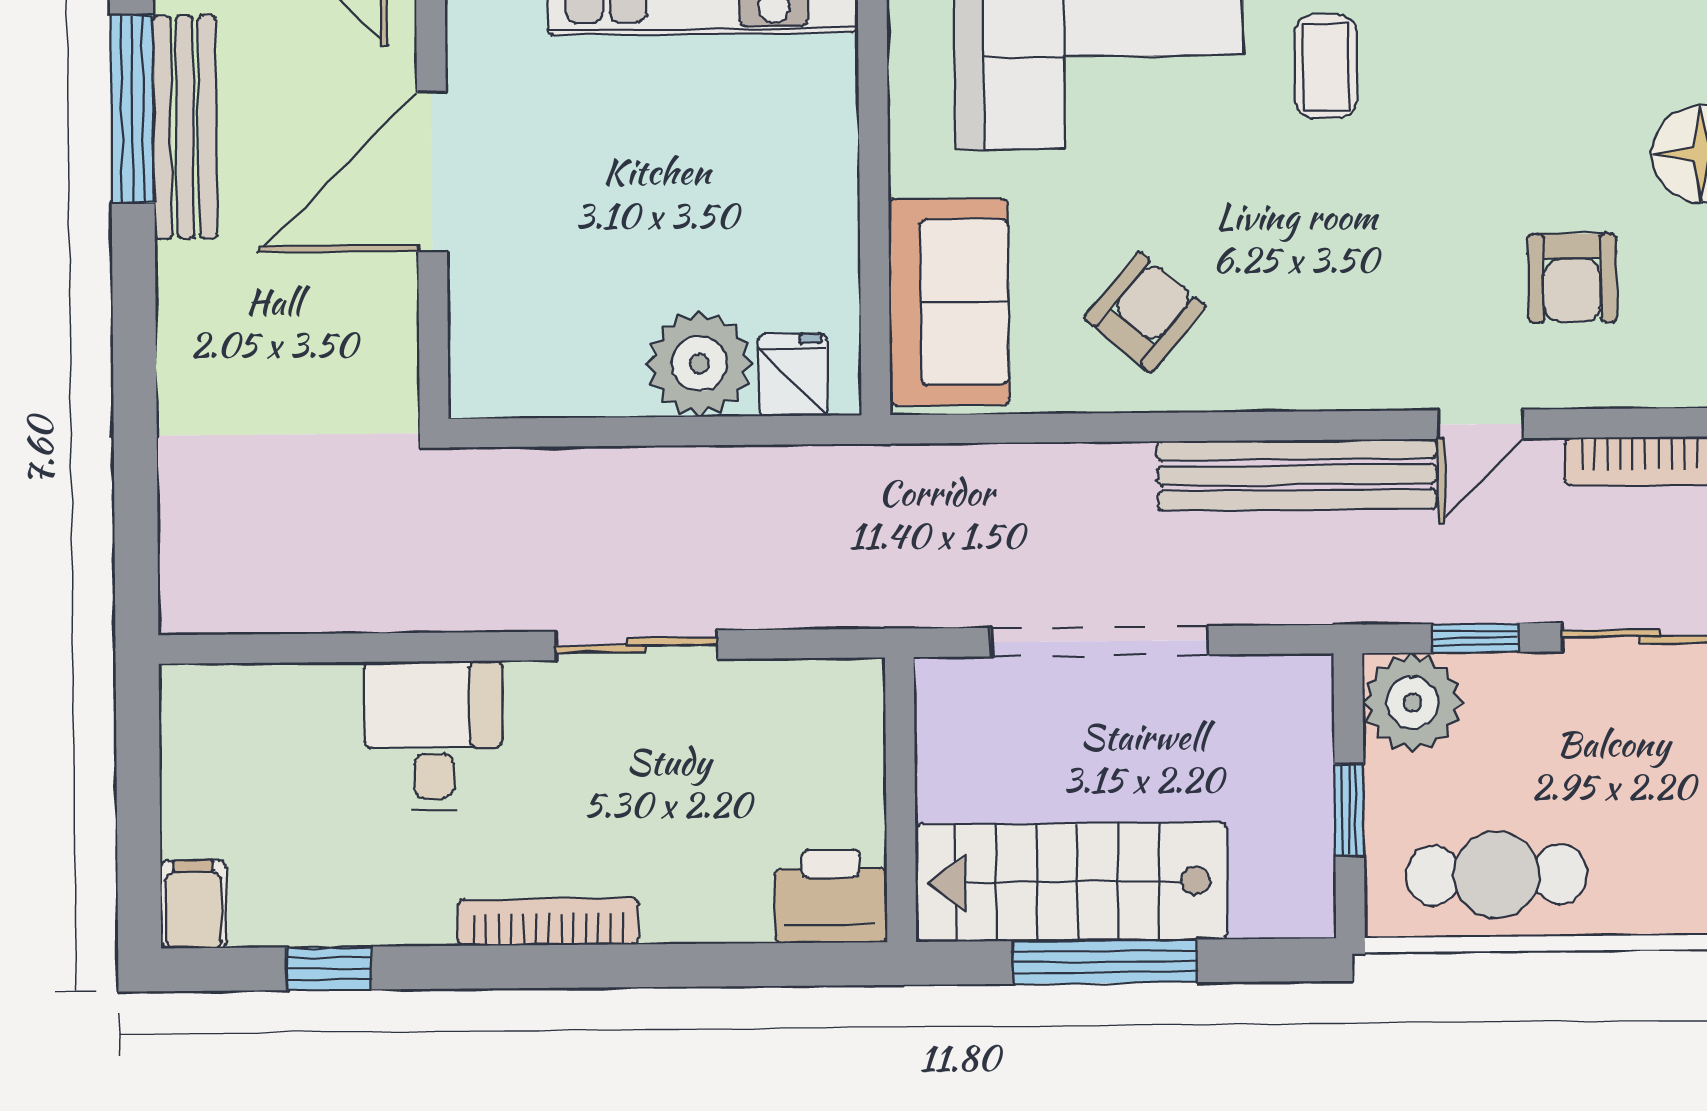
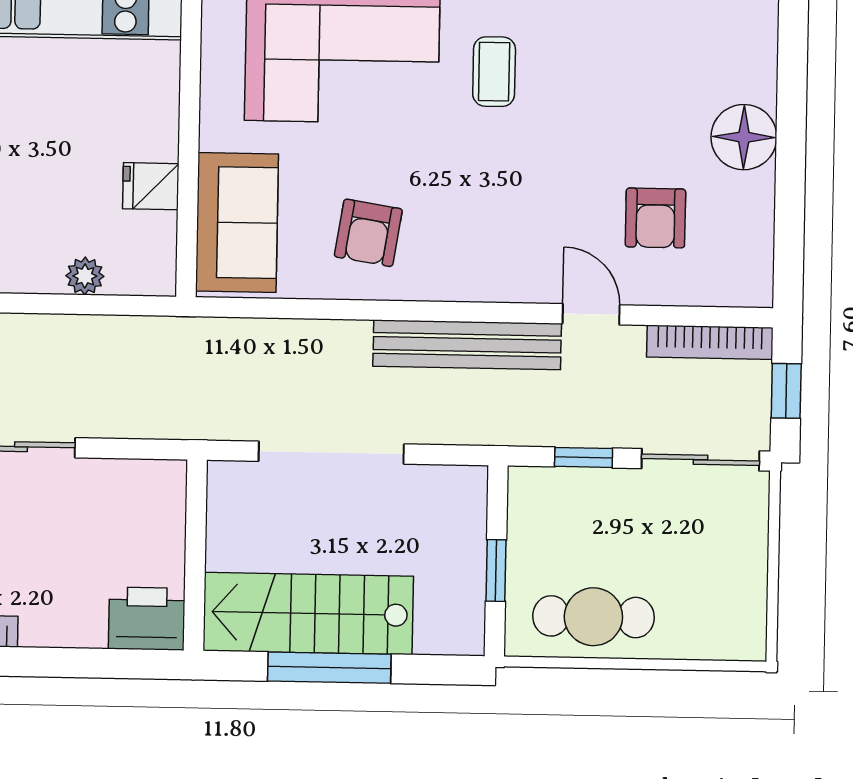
armchair: (1145, 312) -> (368, 233), turned 149
plant: (699, 364) -> (85, 276), width x0.53, depth x0.53
fridge: (793, 375) -> (151, 186), moved, turned -90
door: (1480, 424) -> (591, 314), swing flipped
plant: (1412, 702) -> (540, 500), removed

